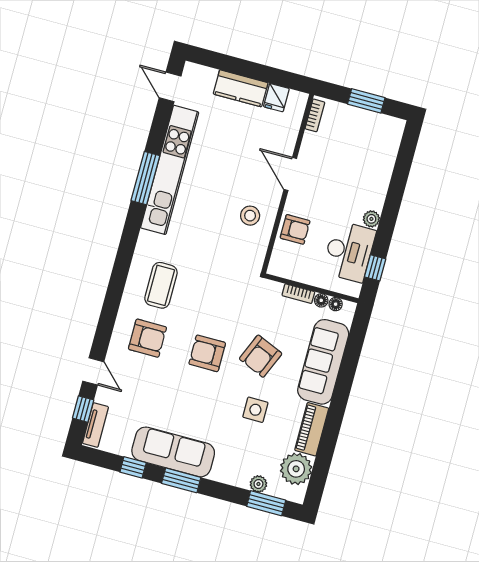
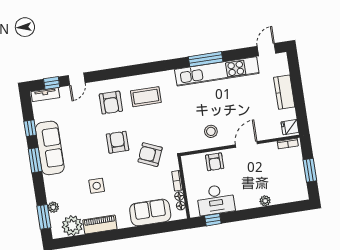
fridge: (276, 98) -> (290, 127), moved
plant: (371, 219) -> (265, 201), moved
armchair: (261, 356) -> (150, 155), moved
sofa: (323, 362) -> (150, 212), width x0.73

